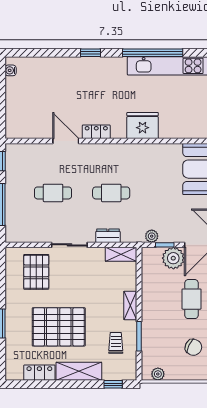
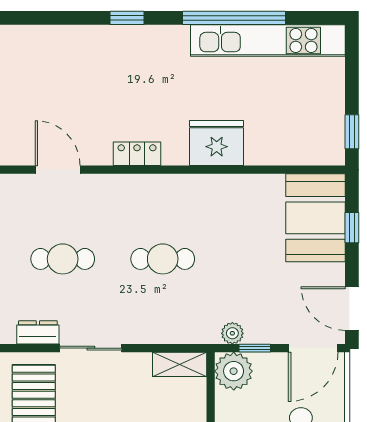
door: (66, 141) -> (58, 170), moved
dresser: (108, 236) -> (38, 332), moved
plant: (173, 258) -> (234, 371), moved

